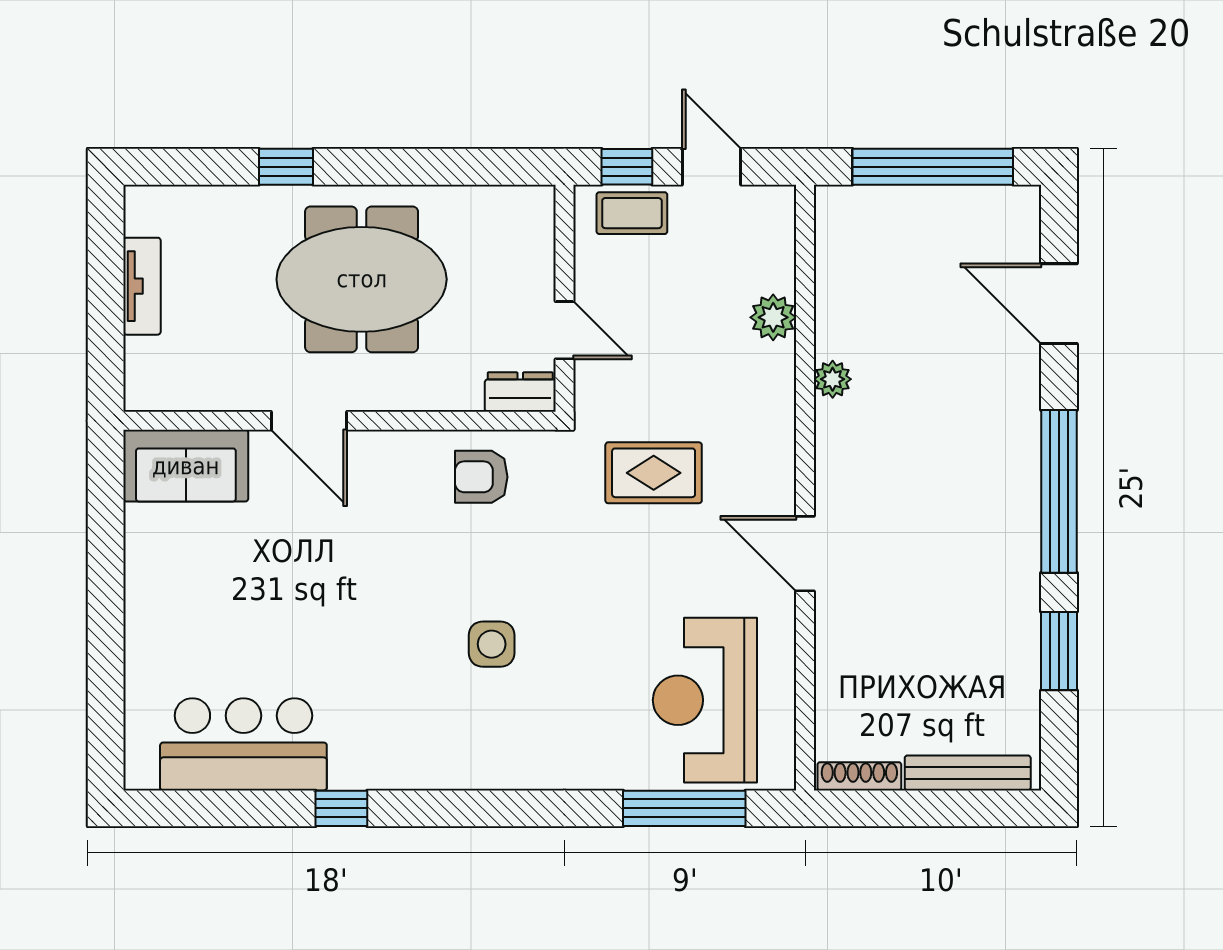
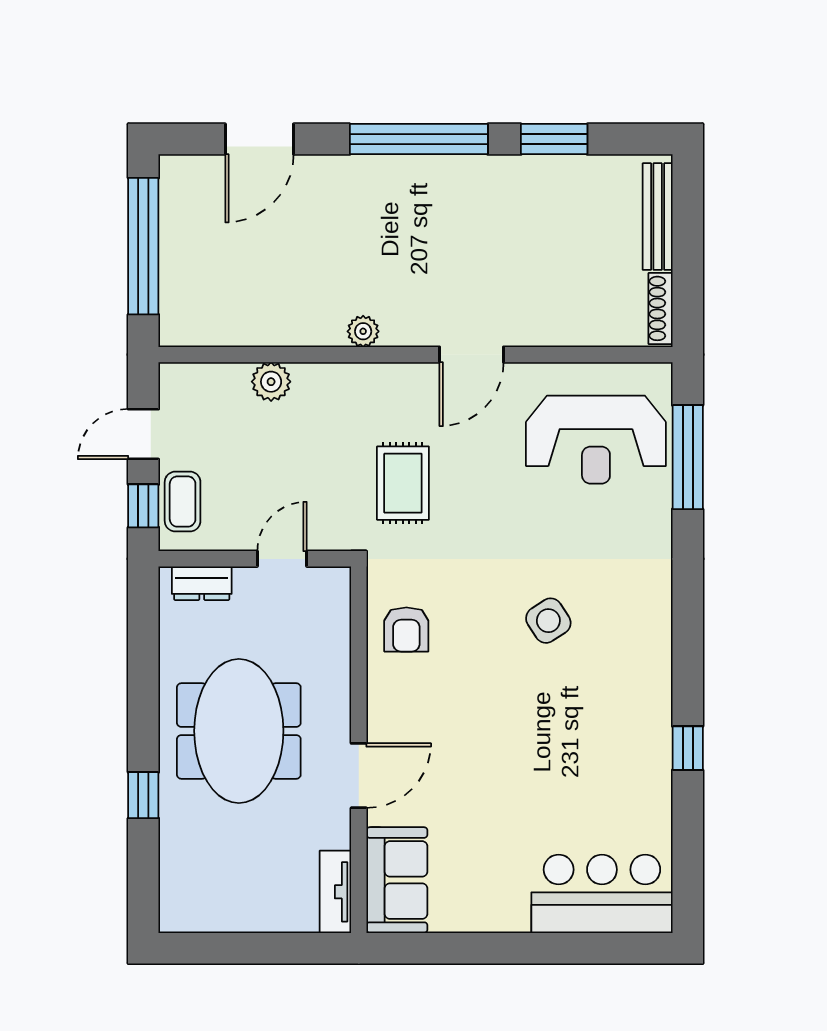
tv unit: (142, 286) -> (335, 892), moved, turned -90
plant: (833, 379) -> (363, 331), moved
dresser: (520, 392) -> (202, 583), moved, turned -90
side table: (492, 644) -> (548, 621), turned -33
bar counter: (243, 744) -> (602, 894), moved, turned 90

